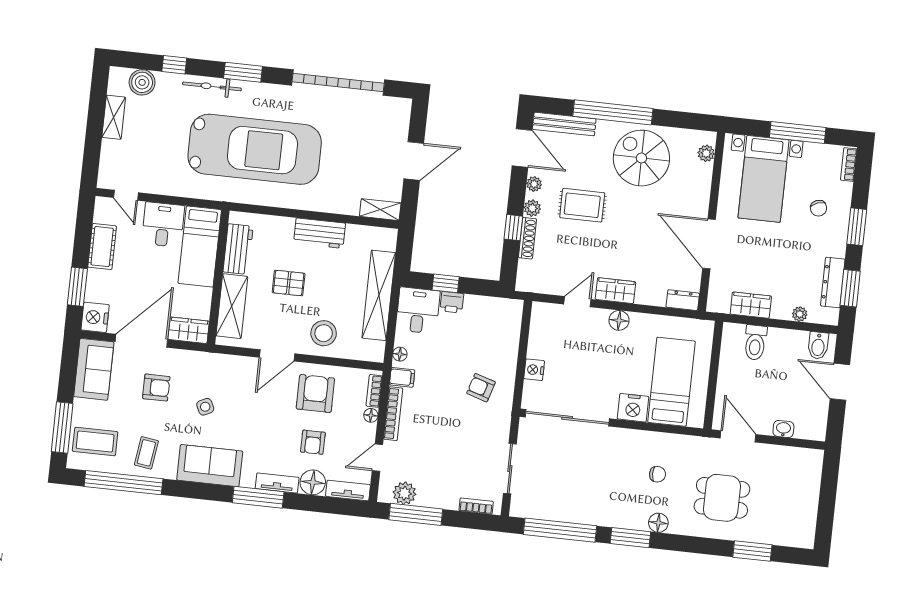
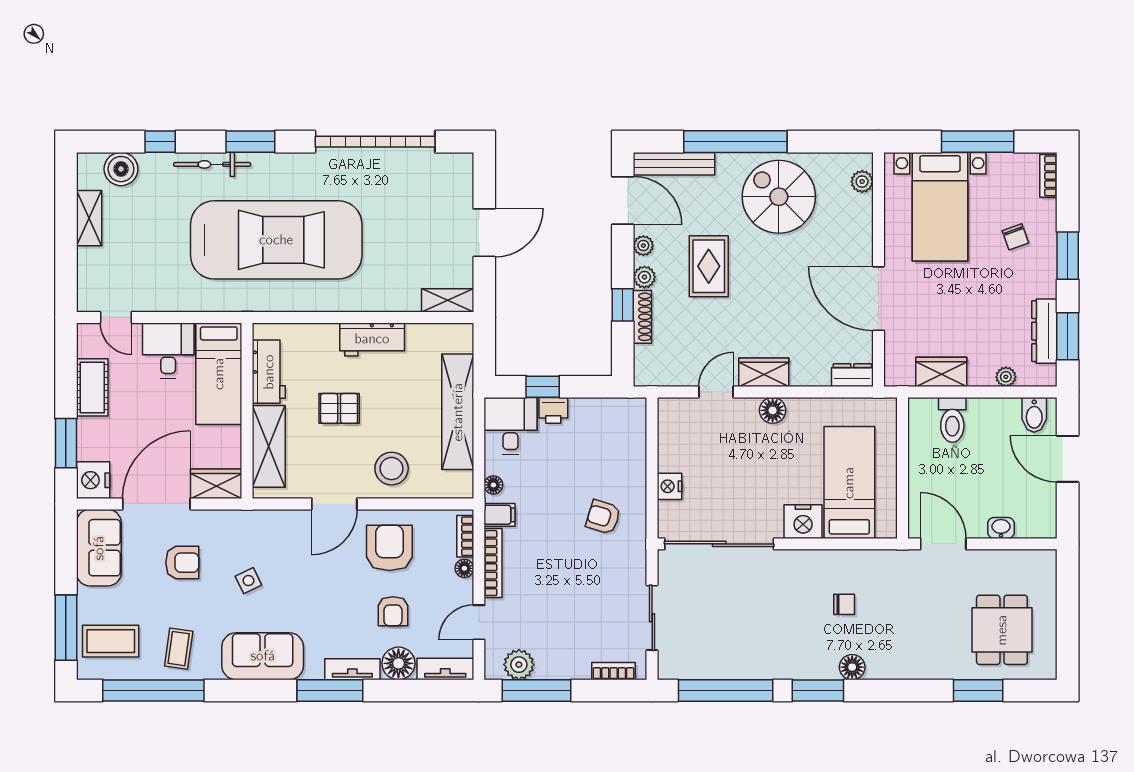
rug: (582, 205) -> (709, 266), turned 90
dining table: (722, 498) -> (1002, 630), moved, turned 90

